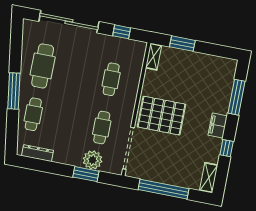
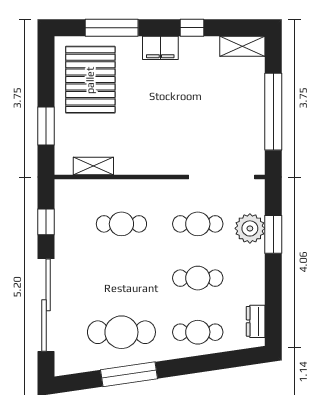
shelving: (154, 57) -> (93, 166), moved
window: (14, 91) -> (129, 374), moved
pallet: (162, 116) -> (90, 80), moved
cafe table: (67, 121) -> (198, 278), added
dresser: (38, 153) -> (256, 321), width x0.70

